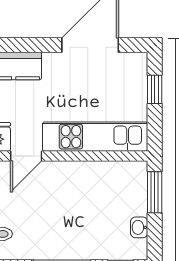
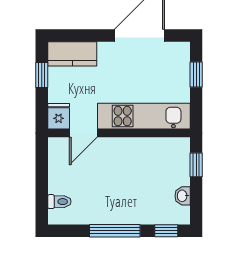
window: (155, 192) -> (196, 165), width x0.67

